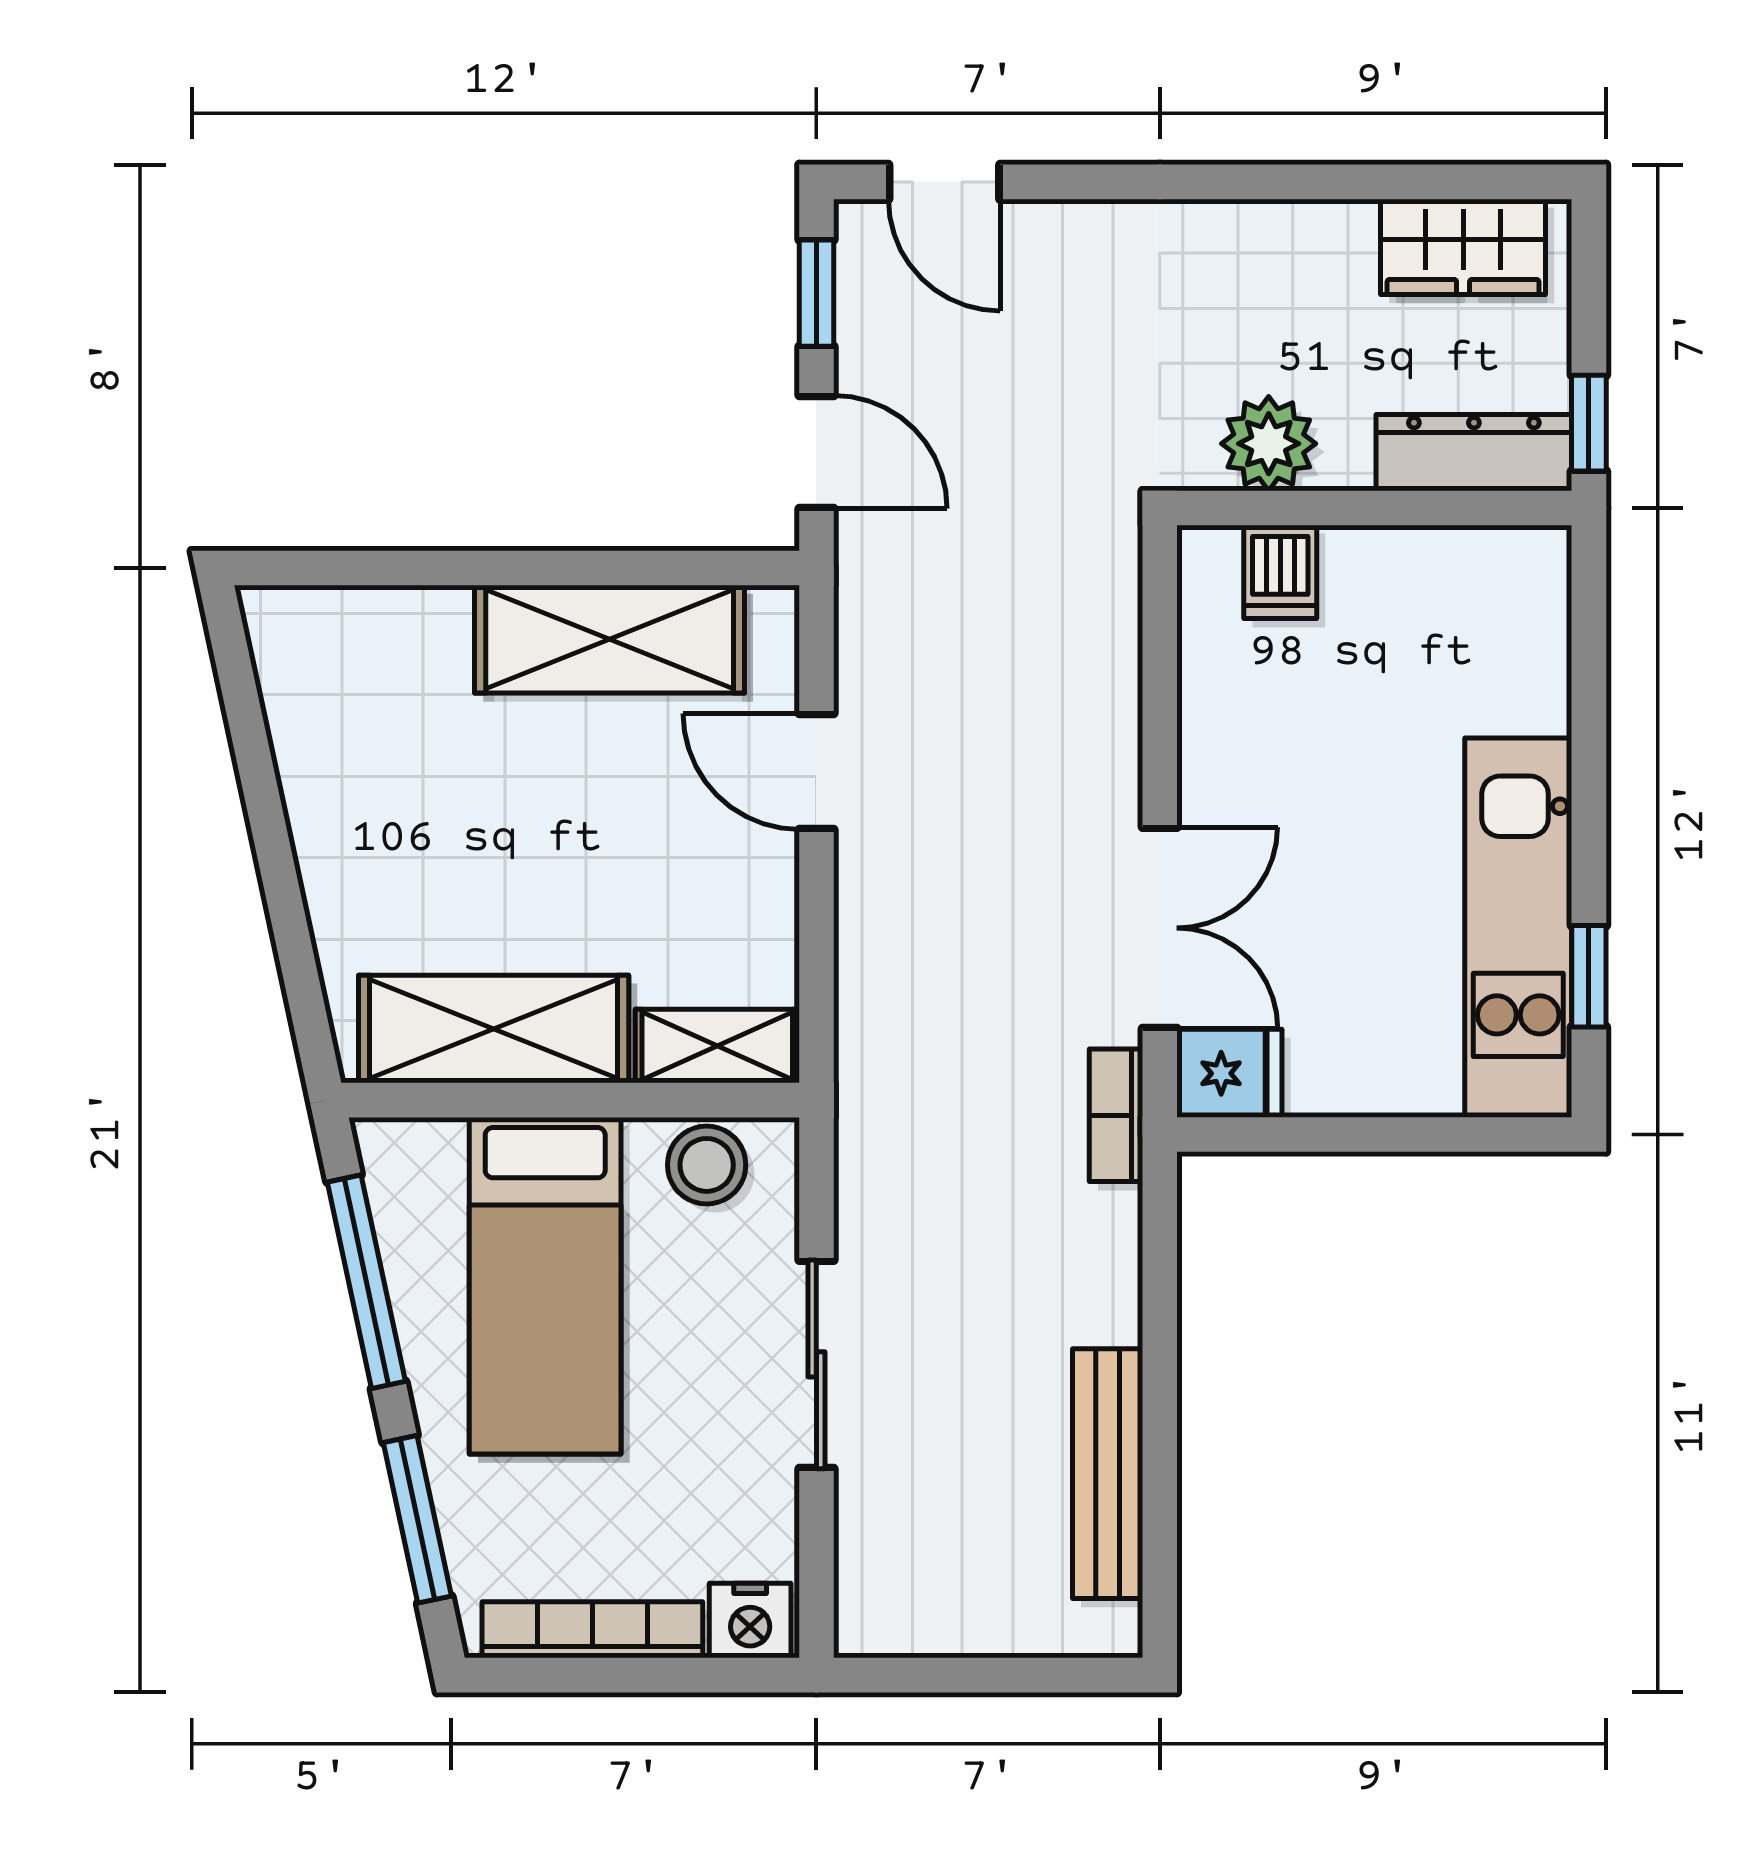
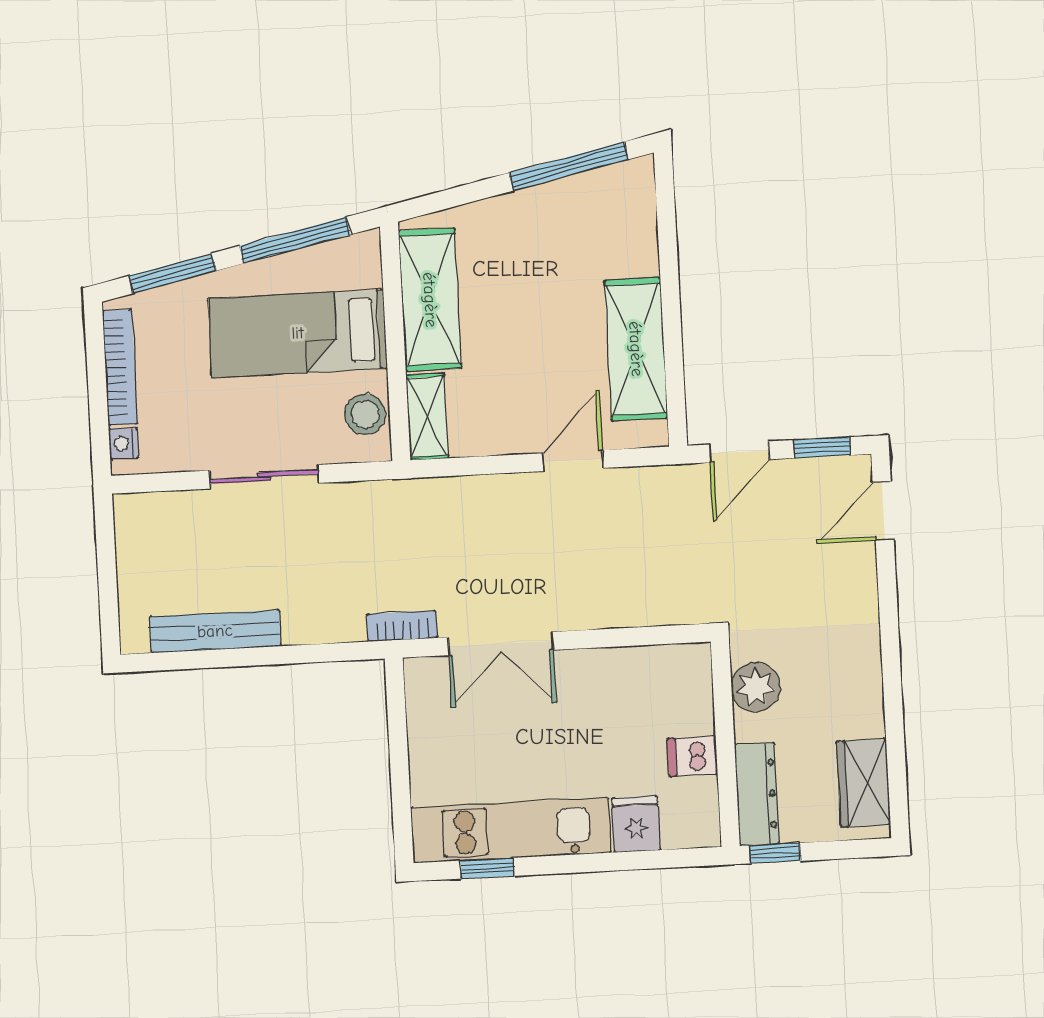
dishwasher: (1280, 572) -> (692, 756), moved
window: (252, 750) -> (569, 166), added
fridge: (1229, 1073) -> (636, 824), moved, turned 180
nightstand: (750, 1621) -> (124, 444), width x0.72, depth x0.74

